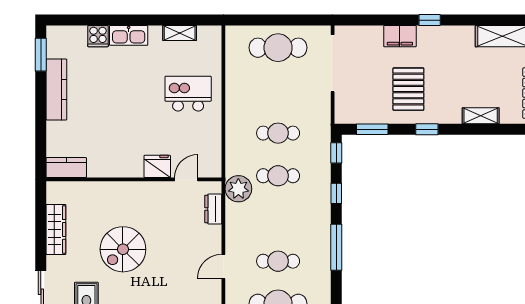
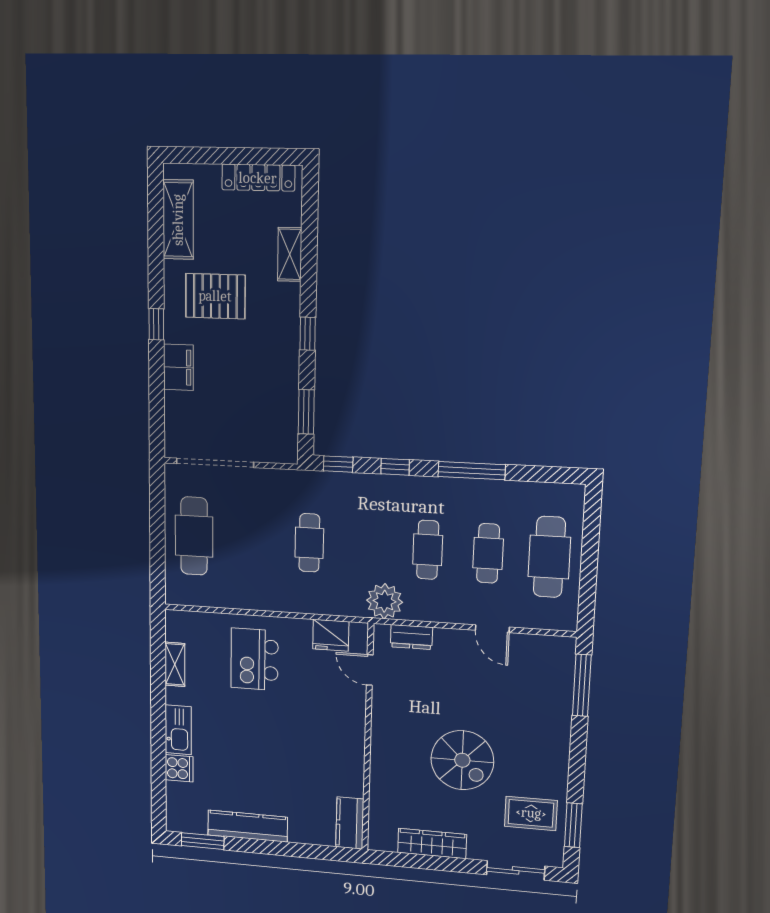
pallet: (408, 89) -> (215, 296), moved
fridge: (157, 166) -> (331, 635), moved, turned -90
cafe table: (278, 176) -> (428, 550), moved

